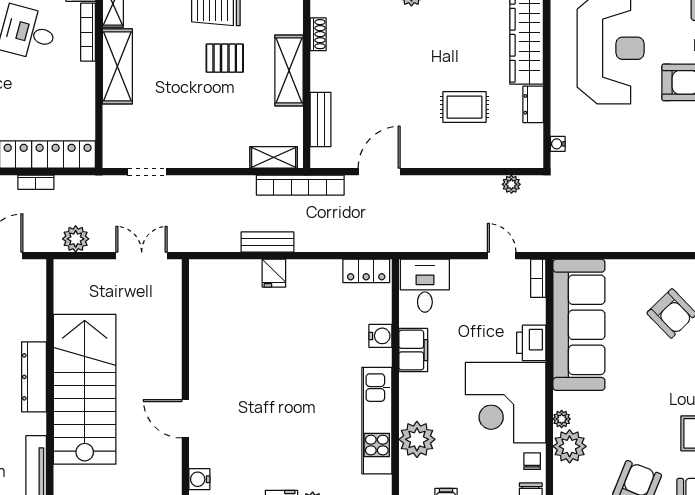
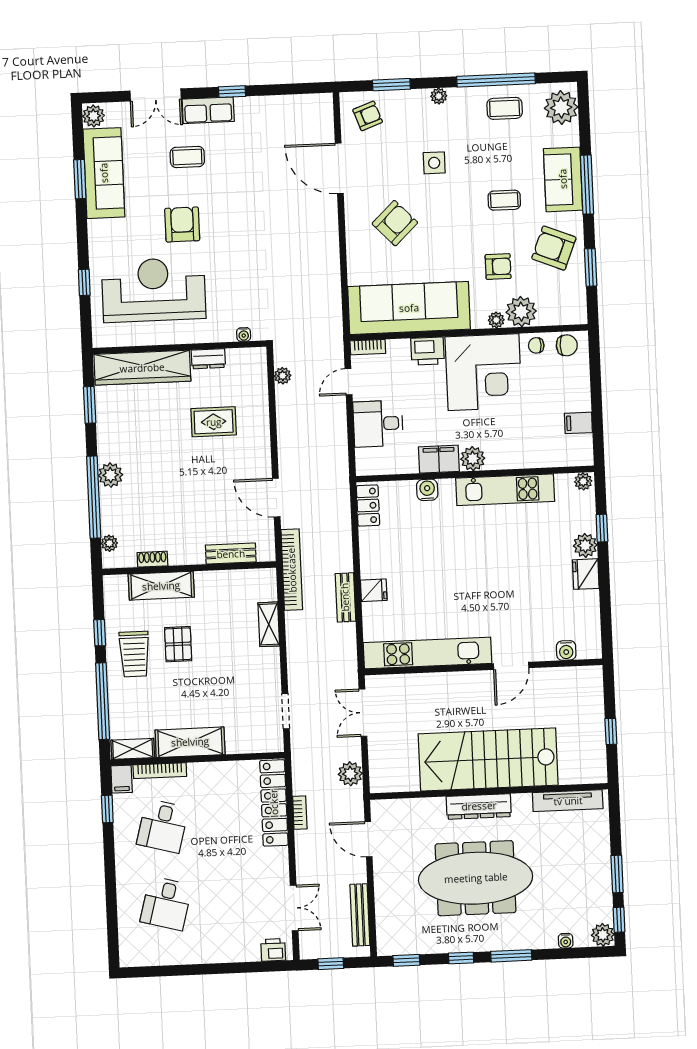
shelving: (289, 70) -> (161, 586), moved
rug: (464, 107) -> (214, 422), turned 90
shelving: (274, 157) -> (269, 624), moved
desk: (425, 286) -> (378, 424), moved
kitchen unit: (203, 328) -> (427, 653), added
armchair: (620, 423) -> (498, 267), added
plant: (417, 439) -> (473, 459), moved, width x0.73, depth x0.73

